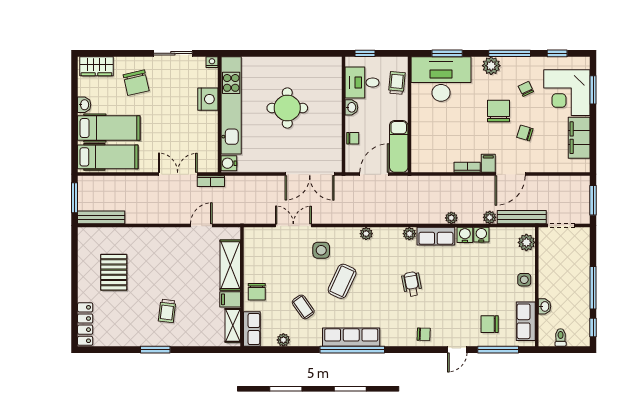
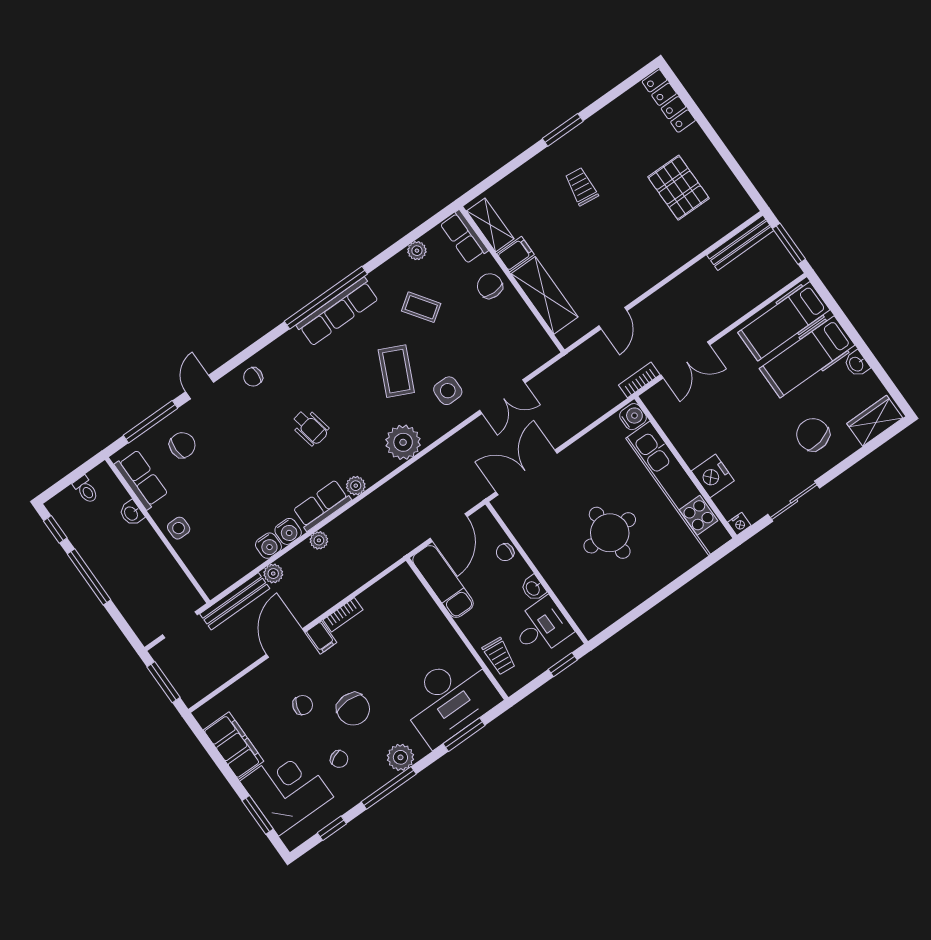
plant: (366, 234) -> (403, 442), width x1.88, depth x1.88
plant: (526, 242) -> (208, 575), removed

